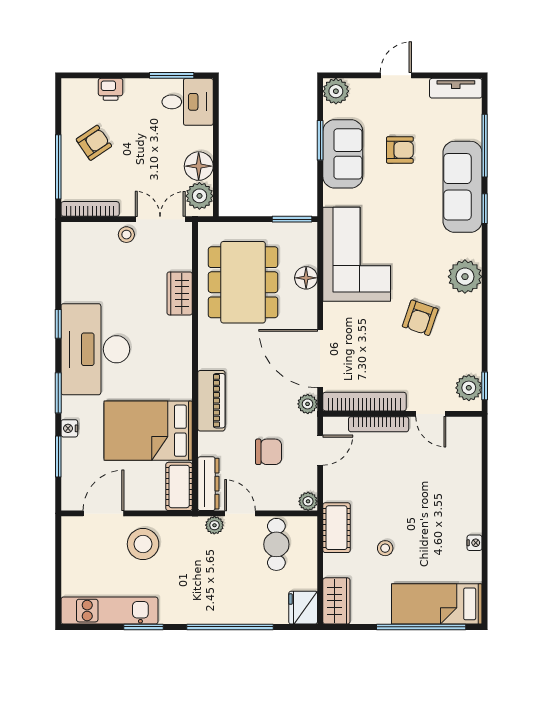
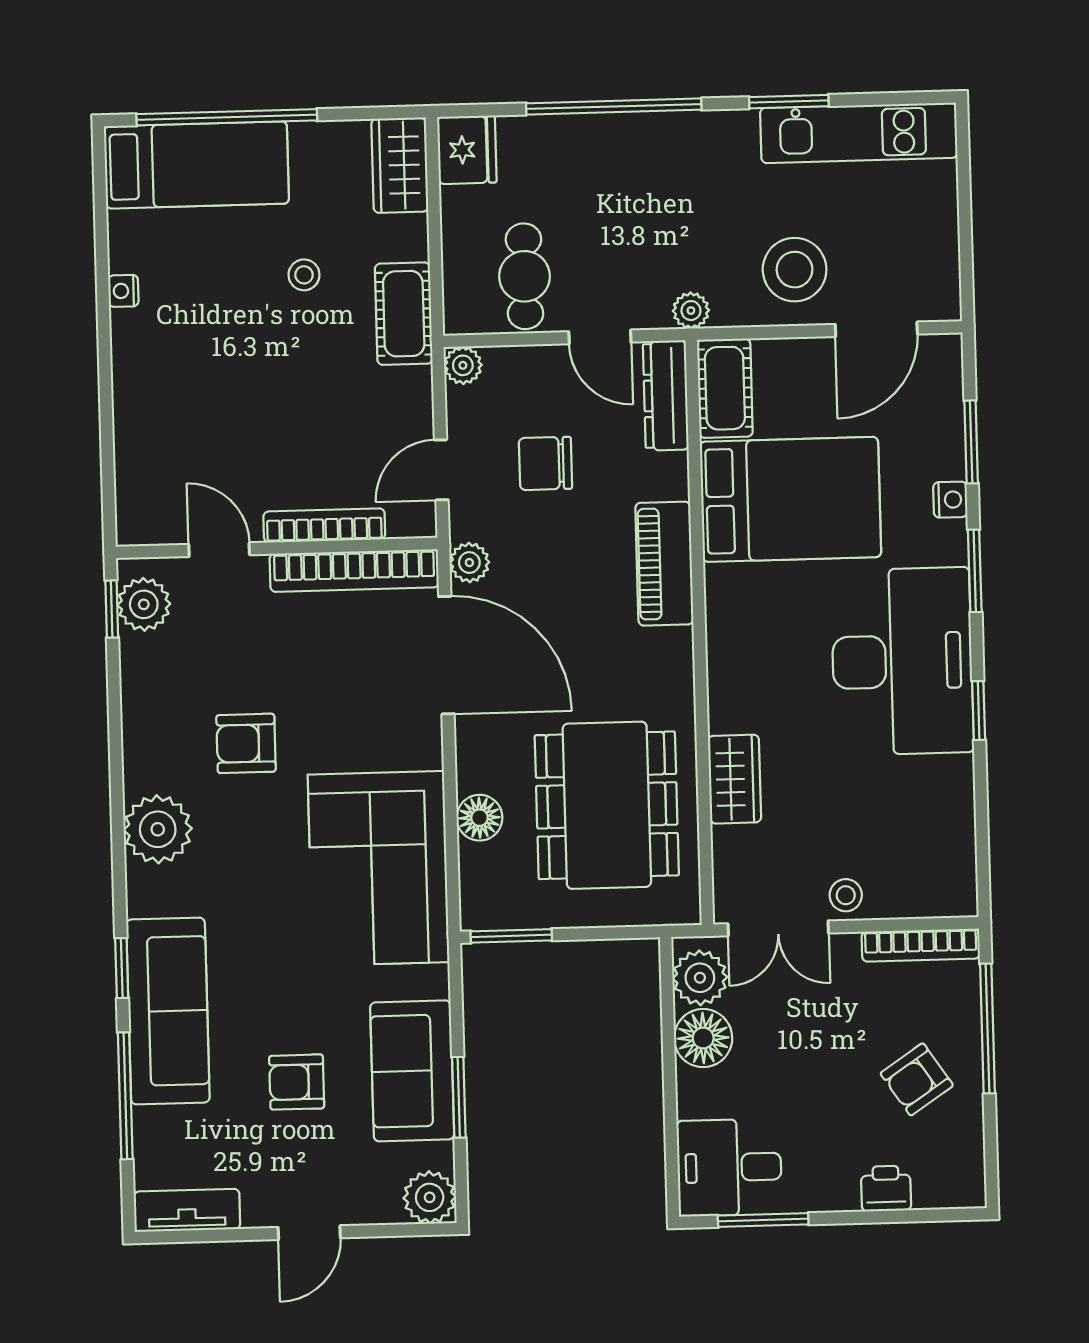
armchair: (420, 318) -> (246, 743), turned -109
plant: (214, 525) -> (691, 311), moved

